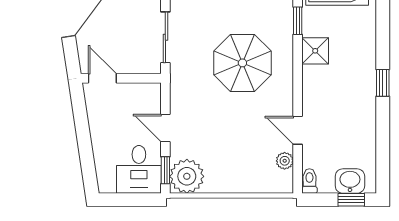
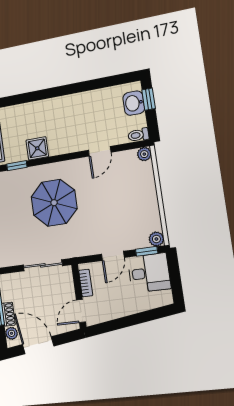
window: (383, 83) -> (54, 92), removed
bookcase: (136, 89) -> (86, 283), added
plant: (285, 161) -> (144, 154), moved
plant: (187, 176) -> (156, 239), width x0.53, depth x0.53

